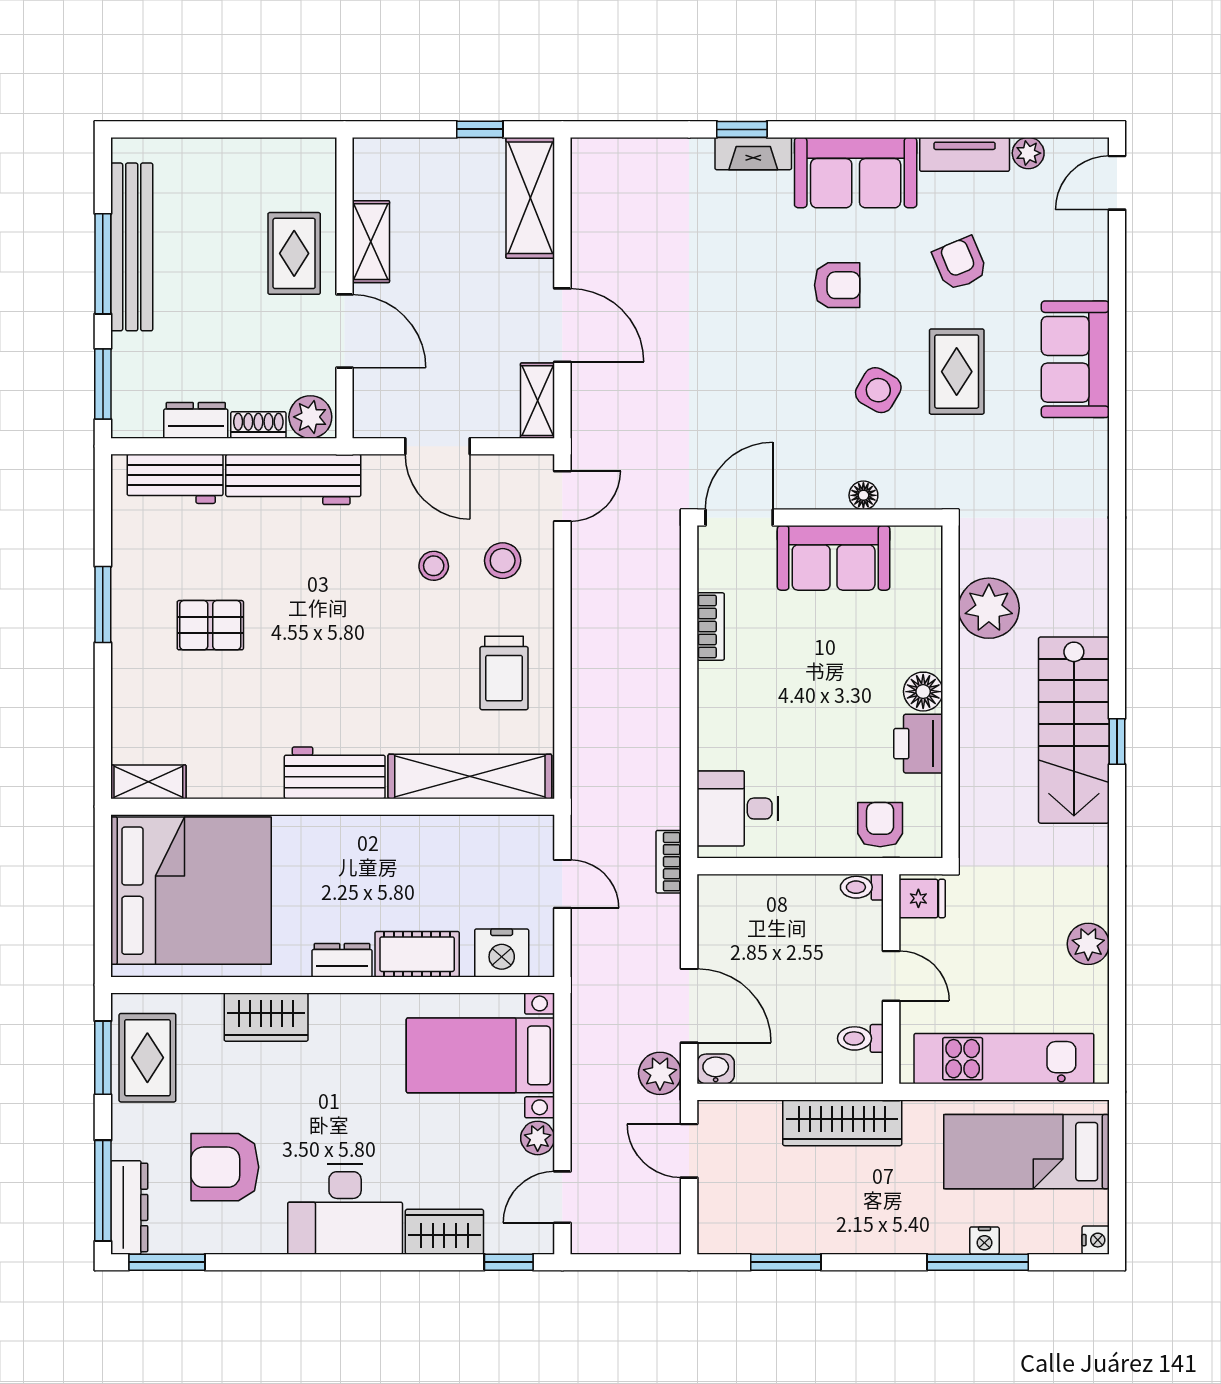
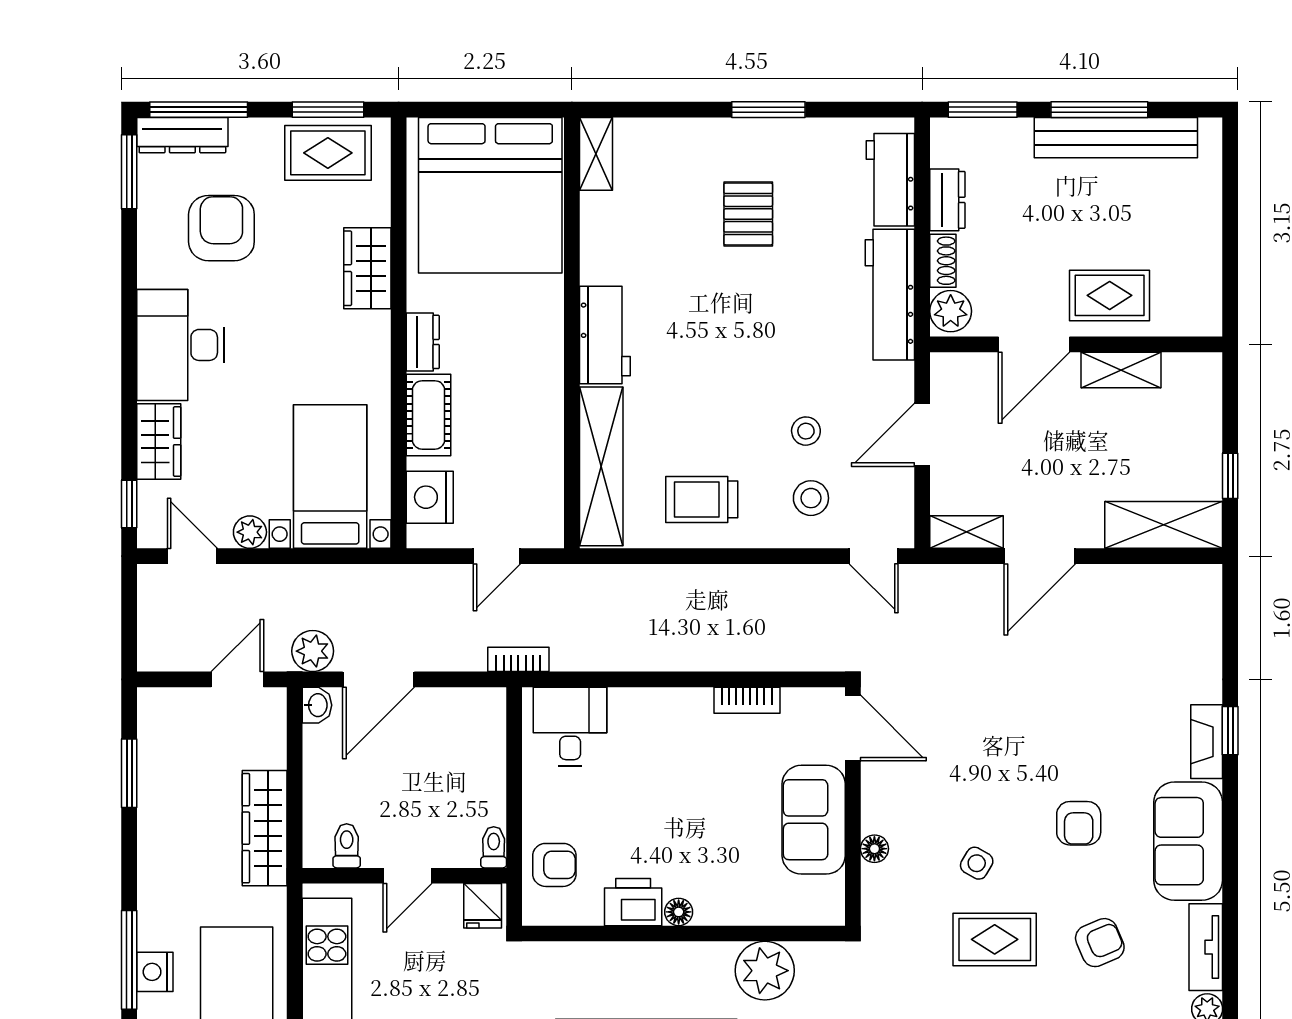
side table: (878, 390) -> (977, 863), width x0.73, depth x0.73
floor lamp: (923, 692) -> (679, 912), width x0.73, depth x0.73
nightstand: (984, 1241) -> (155, 972), width x1.39, depth x1.35

